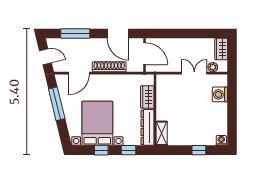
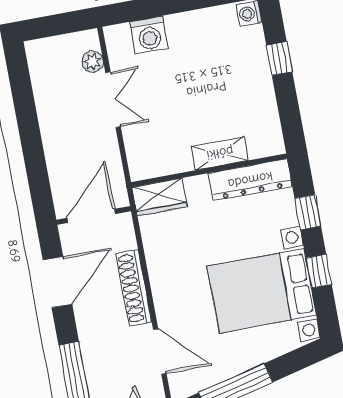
wardrobe: (221, 49) -> (50, 51), removed
double door: (194, 73) -> (113, 100), swing flipped
wardrobe: (147, 97) -> (160, 197), moved
shelving: (162, 133) -> (220, 153), moved

